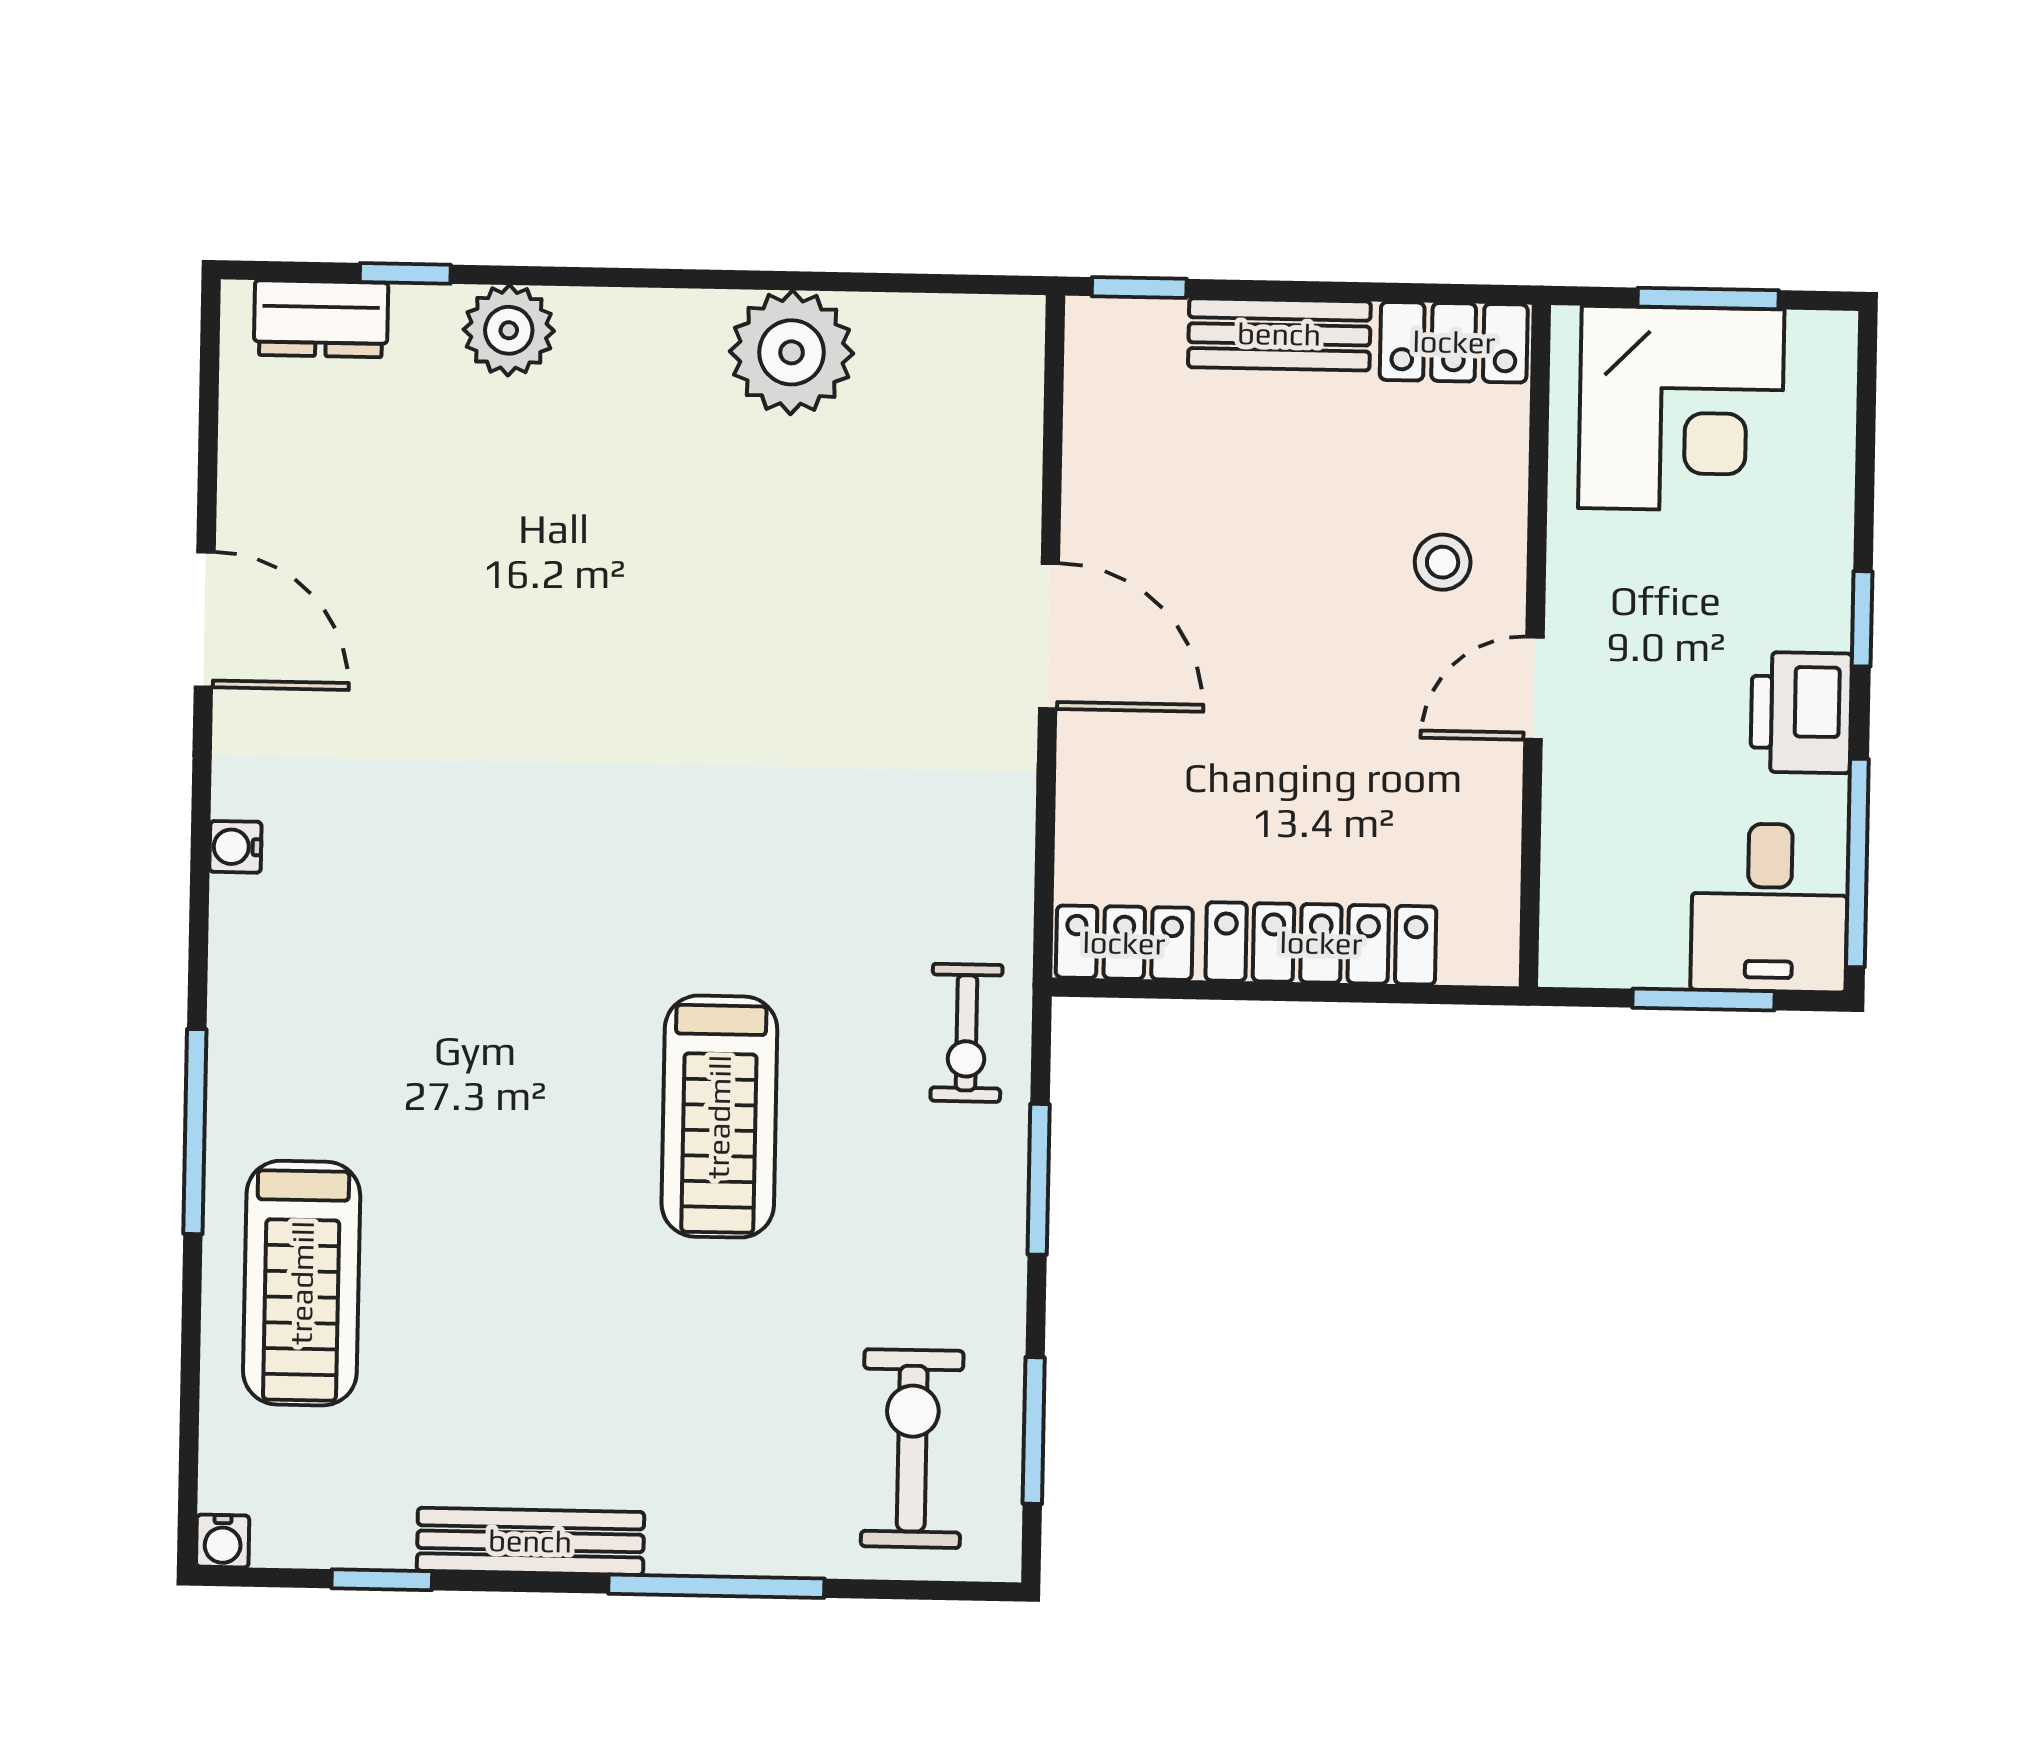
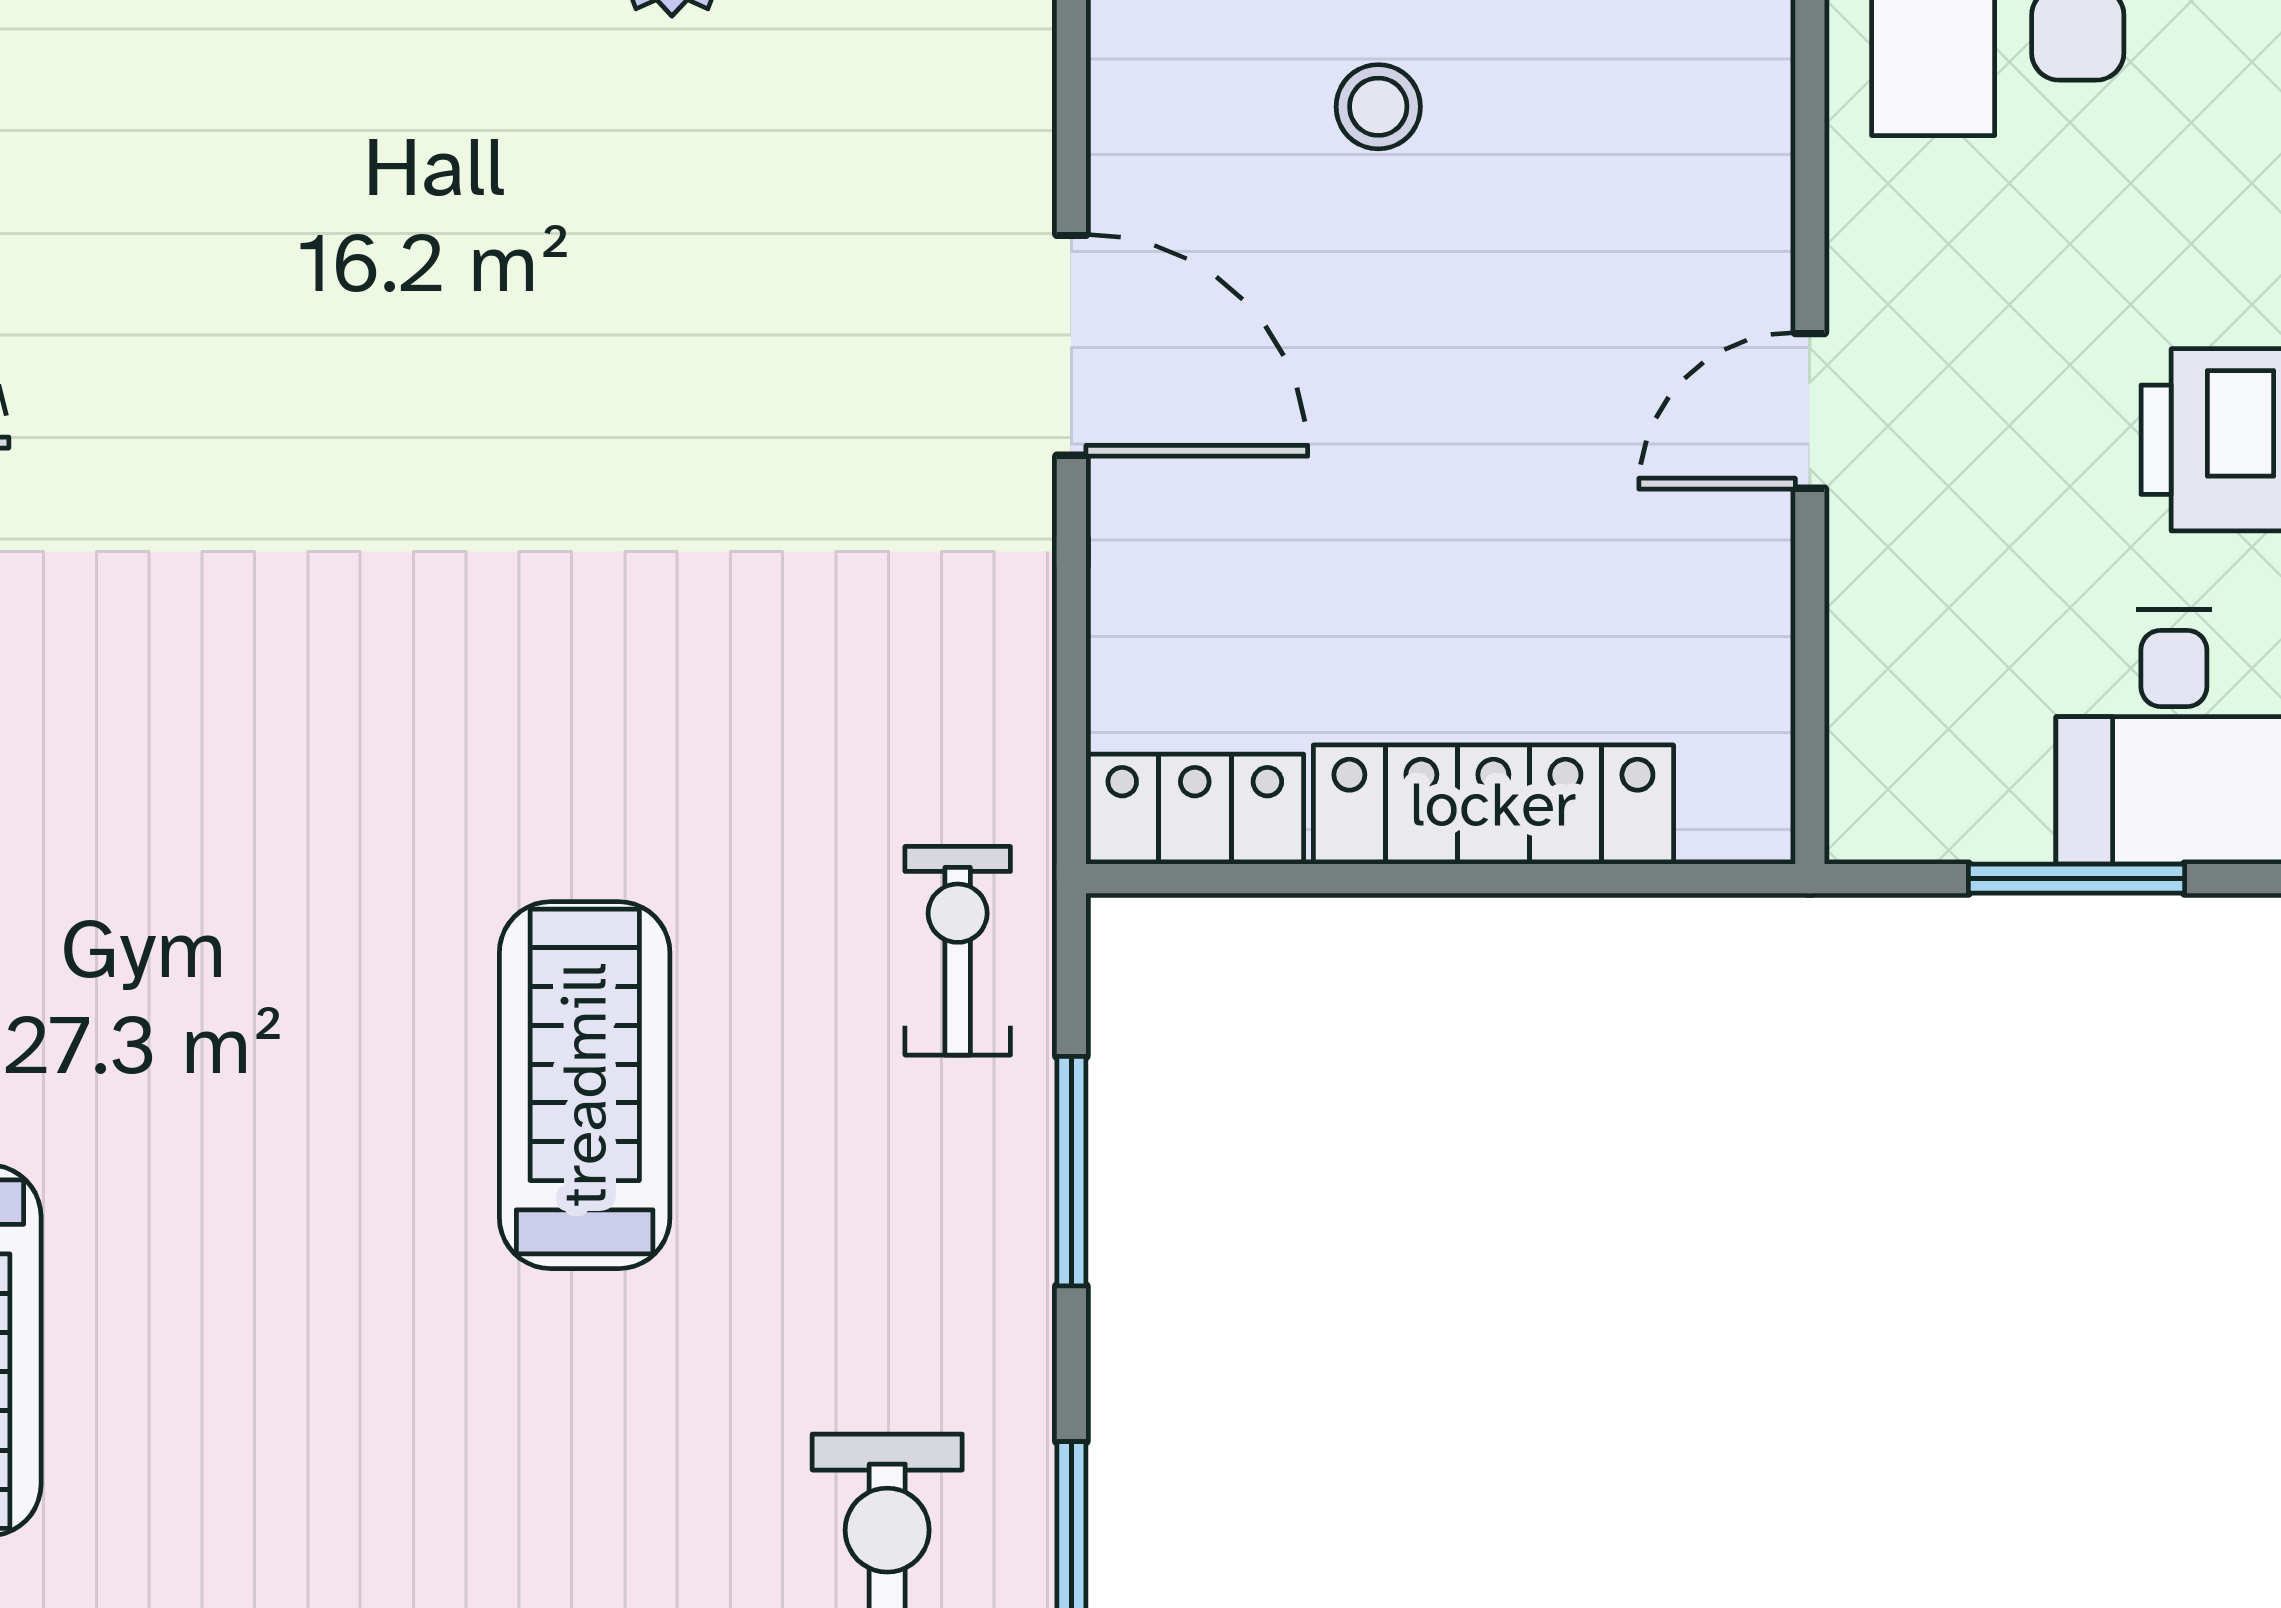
stool: (1443, 562) -> (1378, 107), moved
exercise bike: (967, 1033) -> (958, 951), turned 180
treadmill: (719, 1117) -> (585, 1085), turned 180

